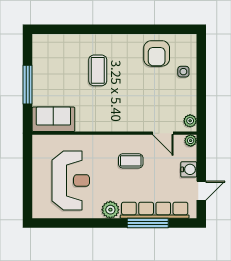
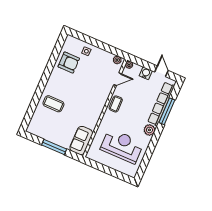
coffee table: (98, 70) -> (53, 104), moved
coffee table: (131, 161) -> (116, 104), moved

